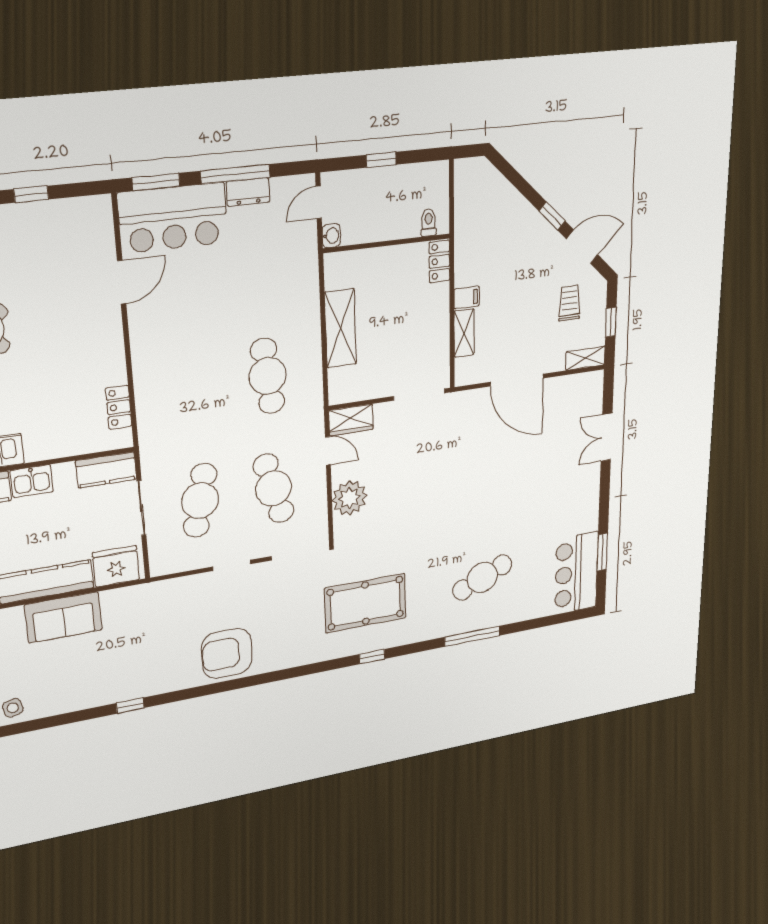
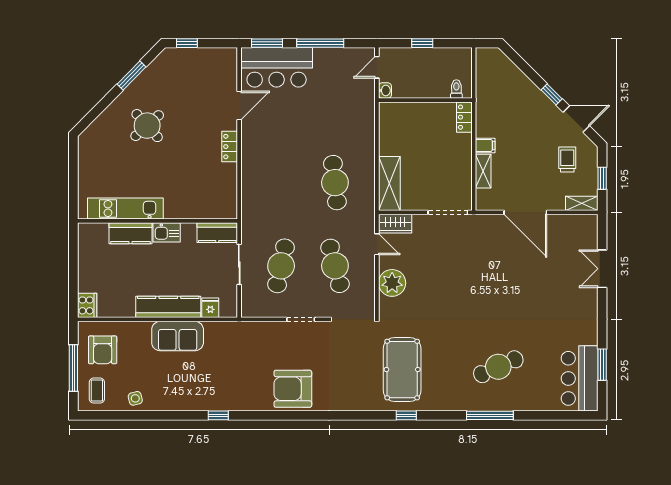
dresser: (248, 192) -> (328, 56), removed
shelving: (340, 328) -> (389, 184), moved
locker: (119, 407) -> (230, 147), moved
fridge: (116, 566) -> (210, 308), width x0.53, depth x0.75
pool table: (365, 603) -> (402, 370), turned 90

